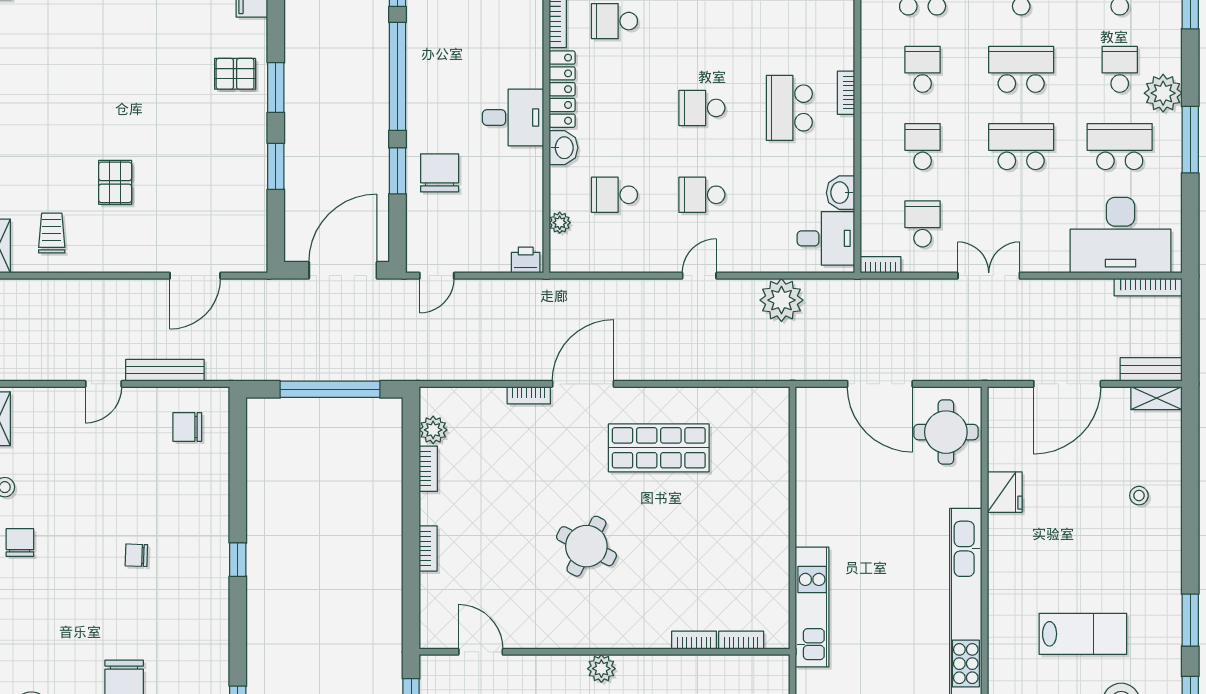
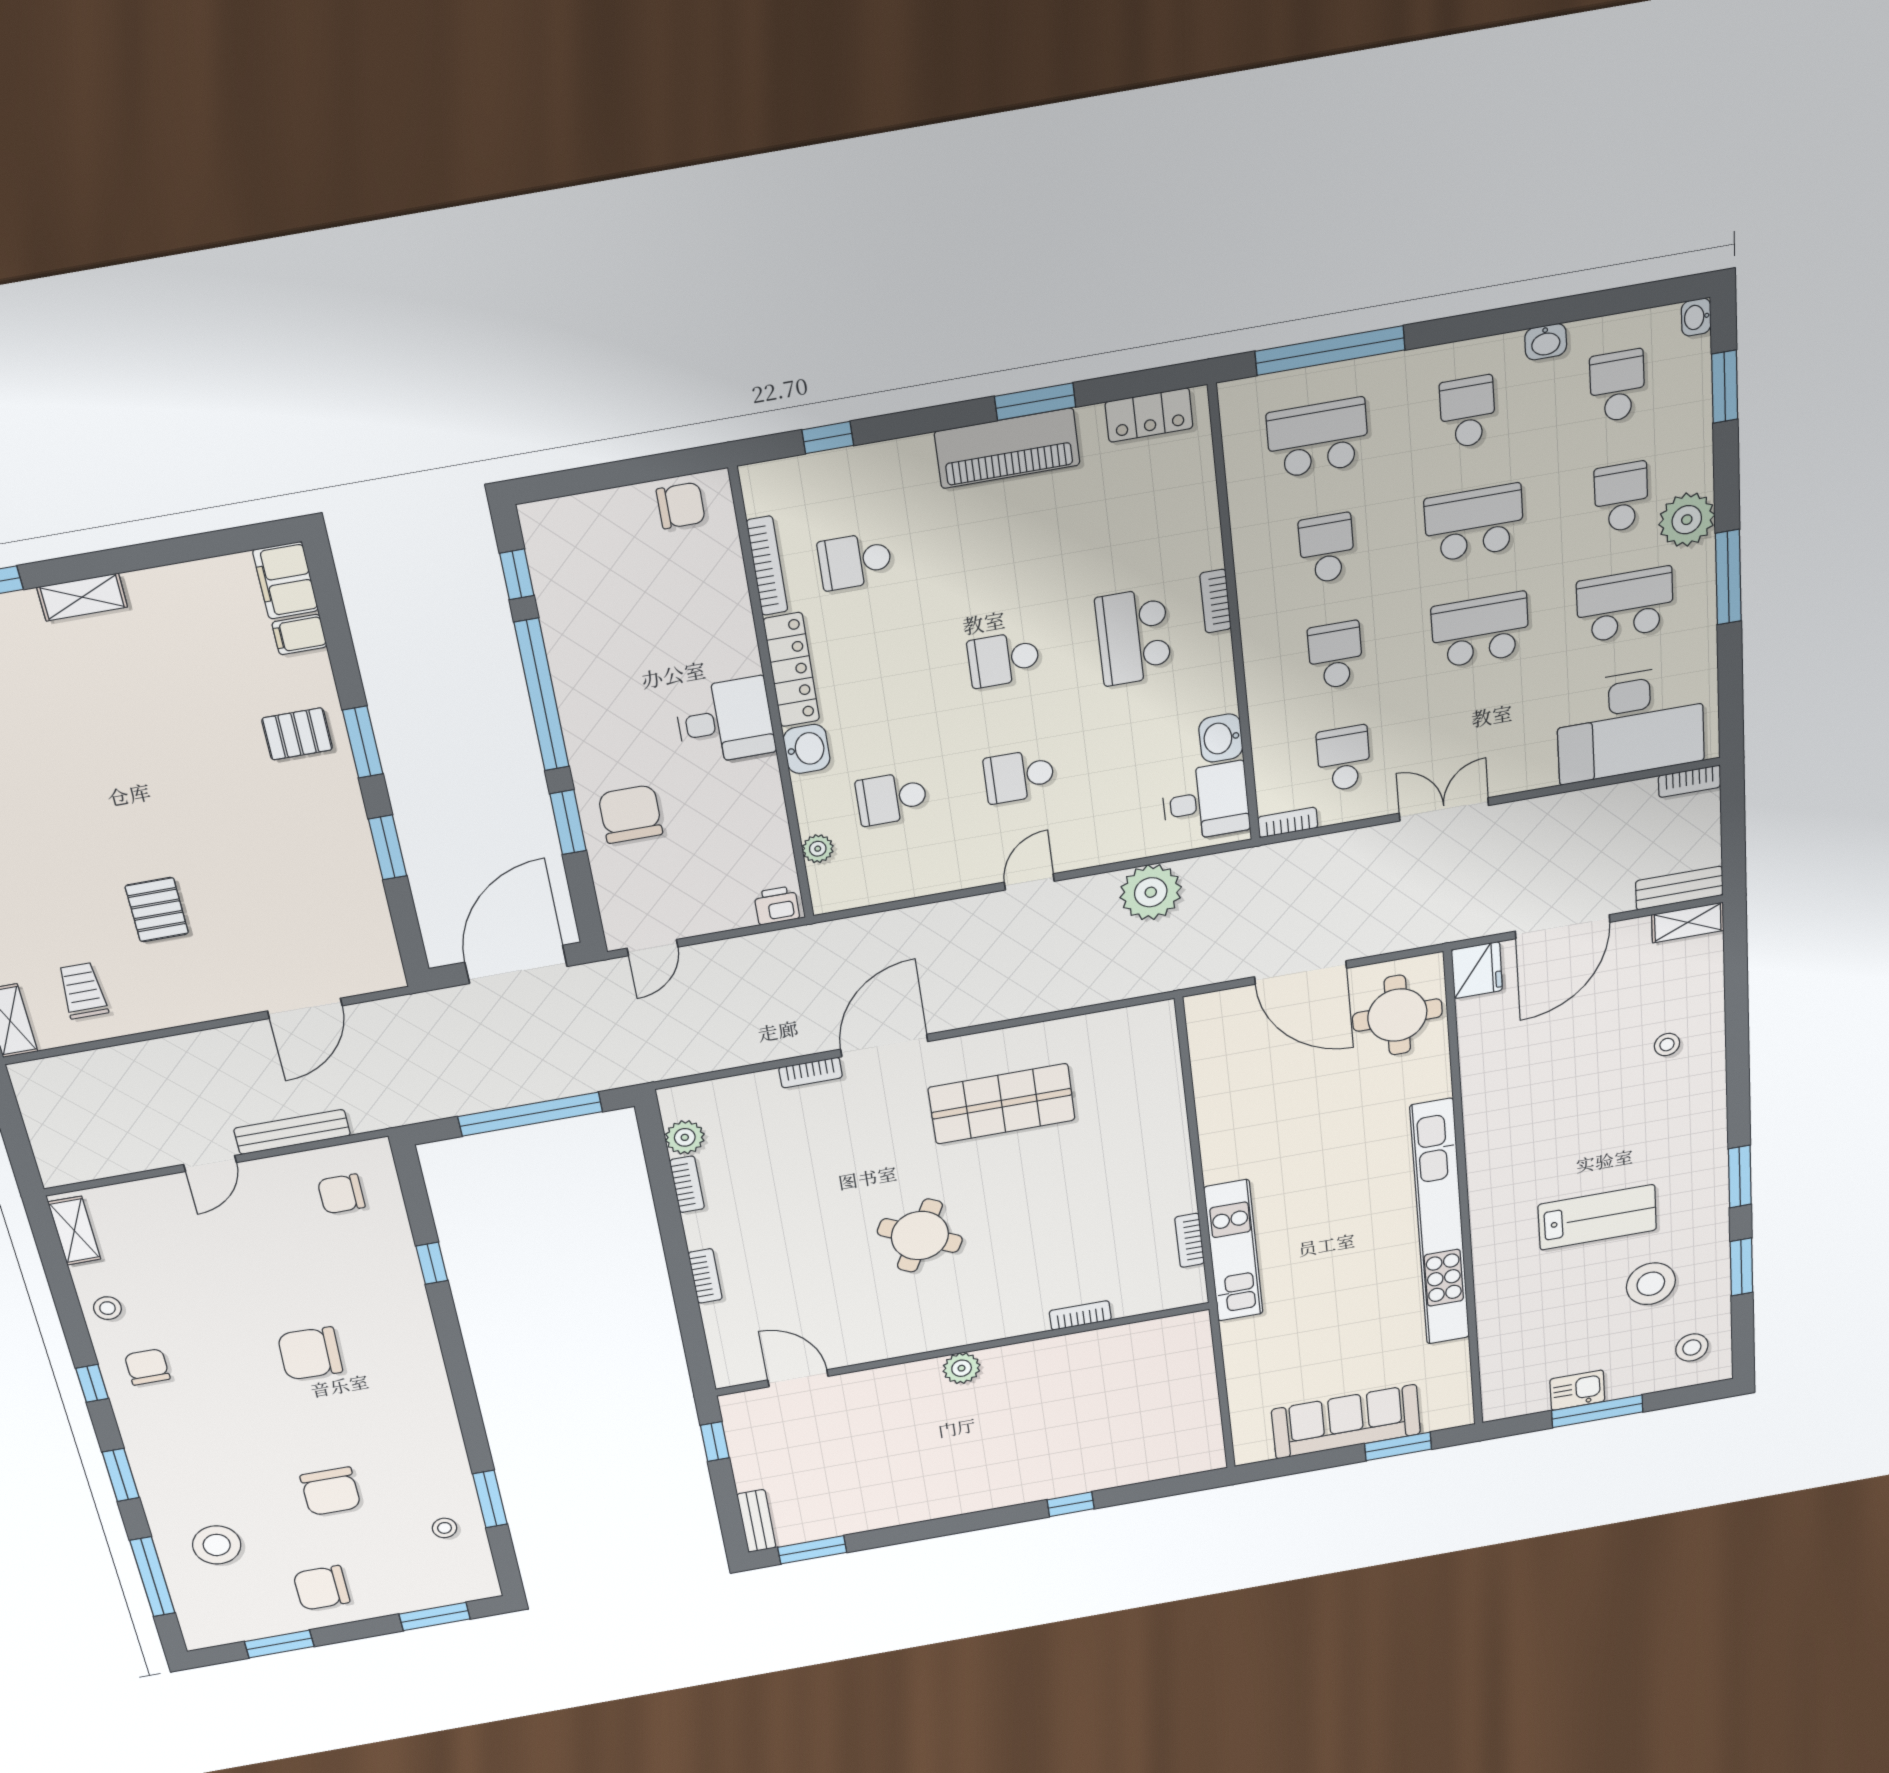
bookcase: (1148, 287) -> (1690, 781), width x0.64
fridge: (1005, 492) -> (1477, 970), moved
chair: (136, 555) -> (310, 1353), width x1.87, depth x1.87
window: (238, 560) -> (432, 1263), moved
bookcase: (741, 640) -> (1190, 1240), moved, turned -90

